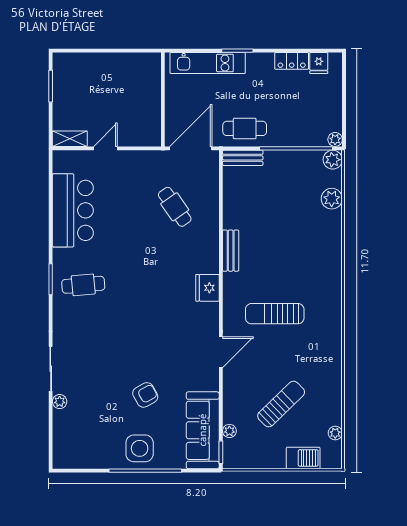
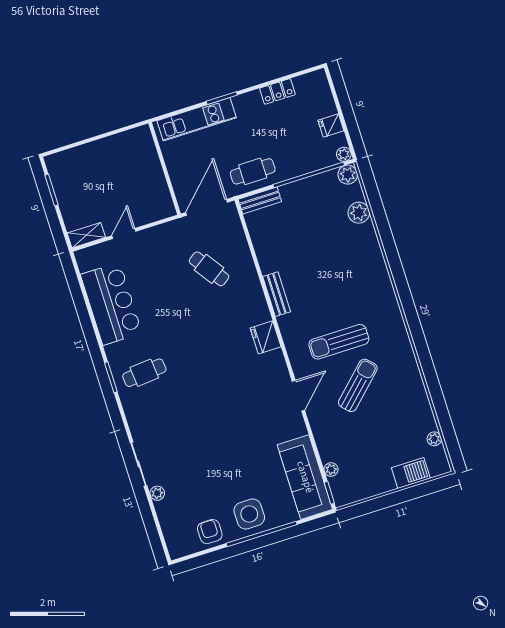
fridge: (319, 63) -> (331, 126), moved, turned 90
armchair: (145, 395) -> (210, 532), moved, turned -61
sun lounger: (281, 404) -> (358, 385), moved

